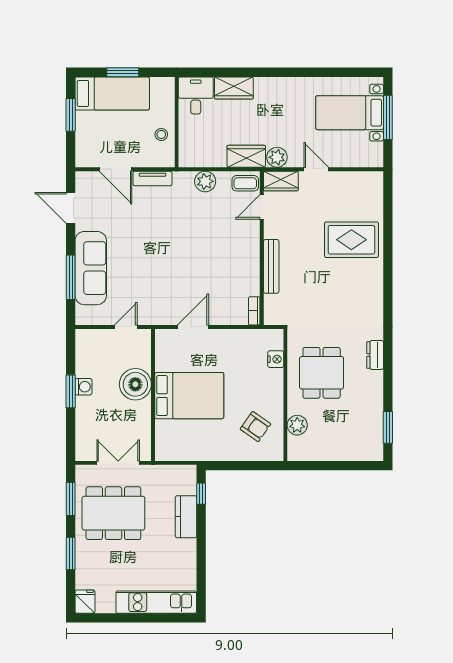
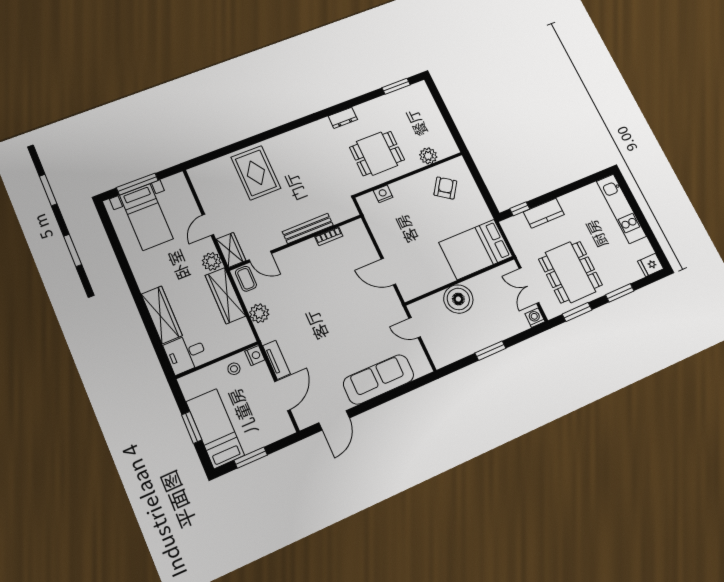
wardrobe: (234, 88) -> (162, 315), width x1.50
wardrobe: (246, 156) -> (225, 296), width x1.50
nightstand: (165, 160) -> (255, 356), added
window: (71, 277) -> (395, 393), removed
bookcase: (254, 311) -> (329, 236), moved
washing machine: (83, 387) -> (535, 318), moved
bed: (189, 396) -> (476, 249), moved, turned -90

